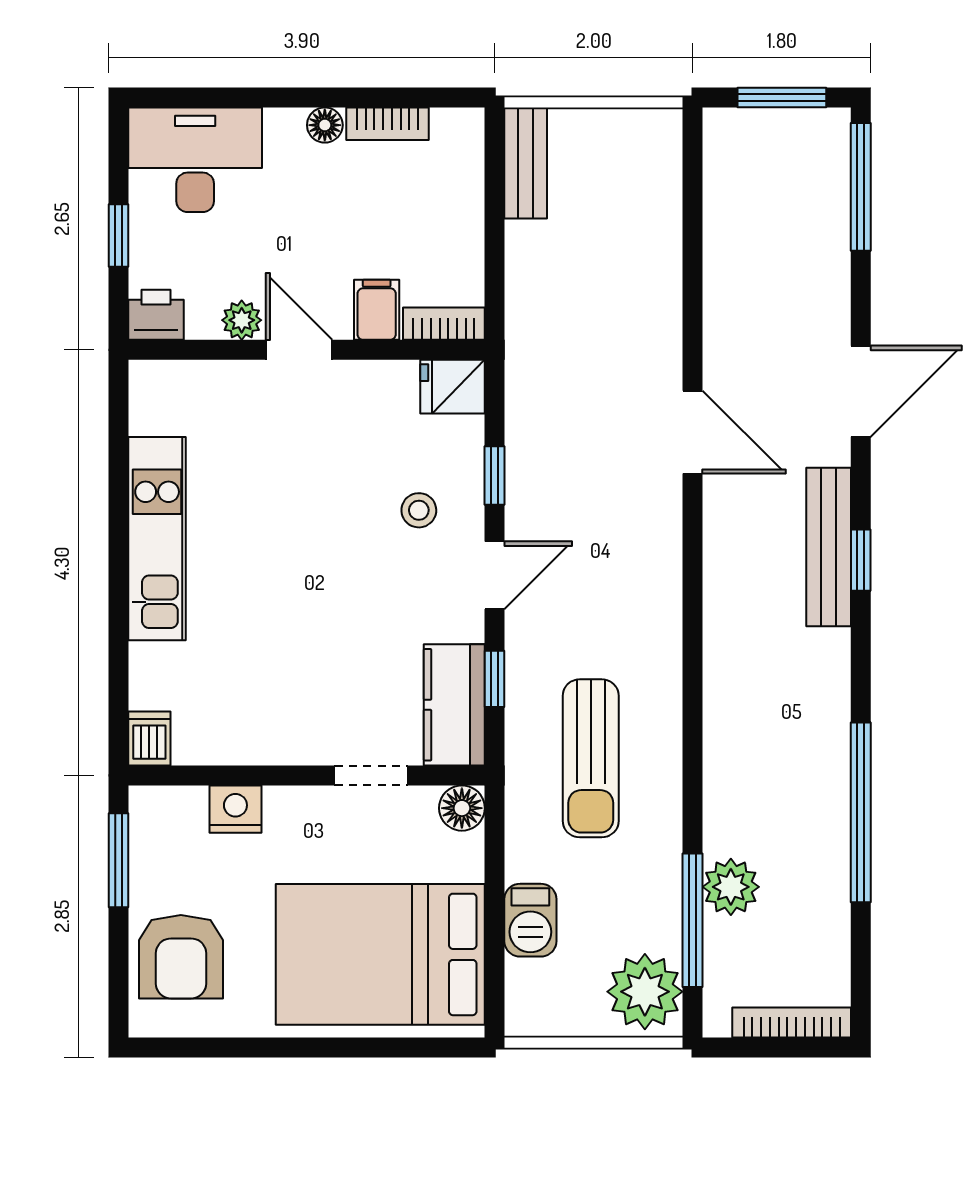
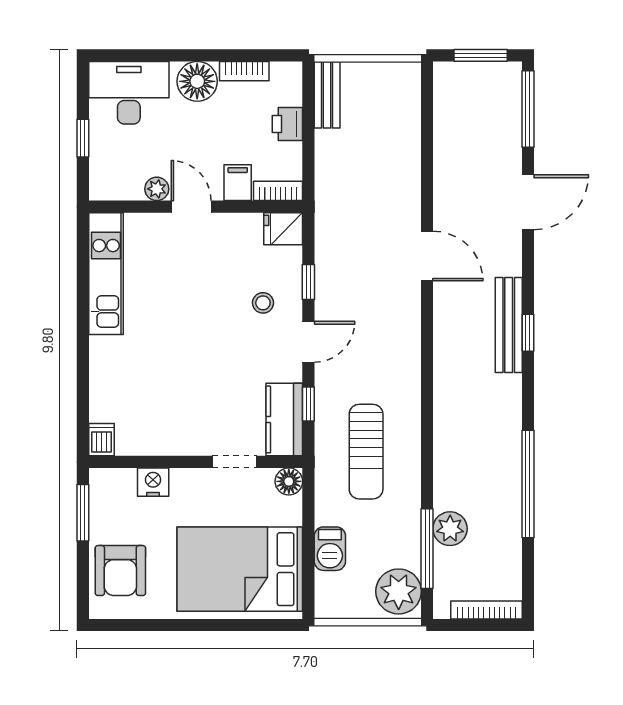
floor lamp: (325, 125) -> (197, 81), width x1.89, depth x1.89
printer: (156, 315) -> (287, 124), moved, turned -90
door: (861, 391) -> (528, 202), moved
kitchen unit: (157, 539) -> (106, 274), moved

